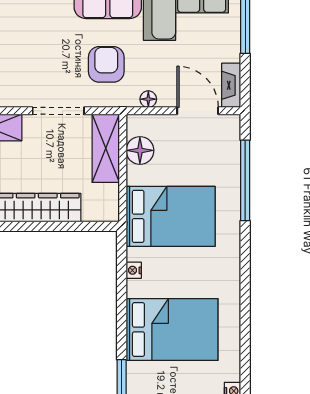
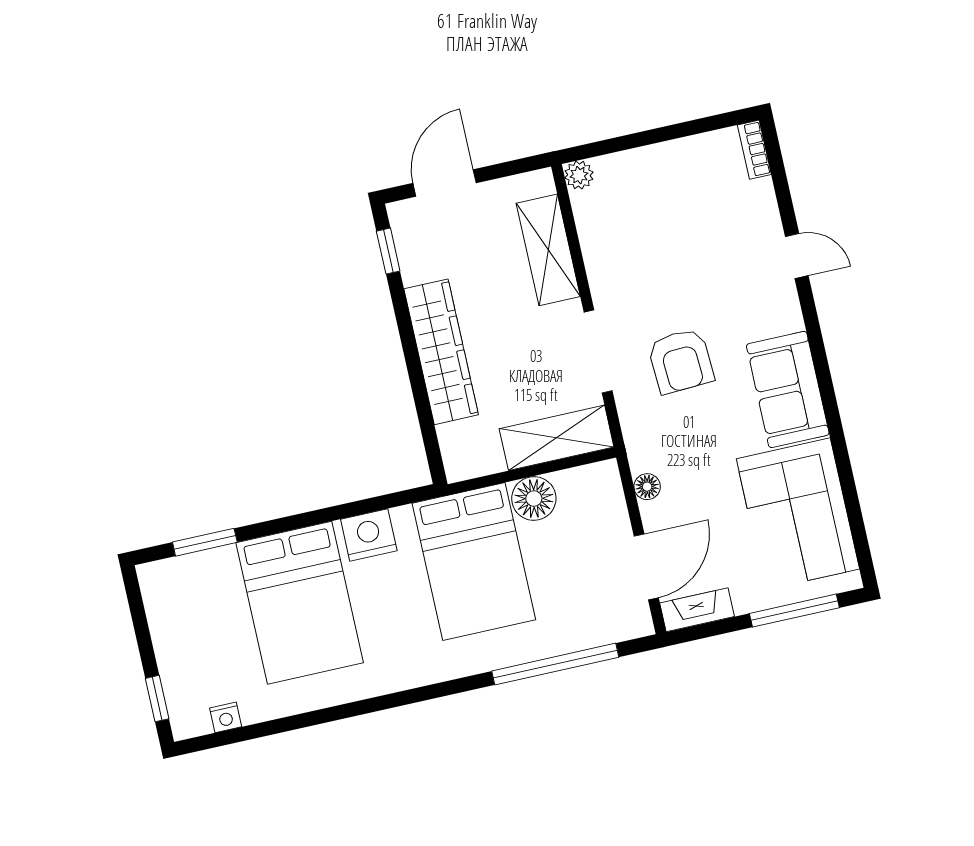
armchair: (106, 64) -> (681, 361), moved, turned 87
floor lamp: (140, 150) -> (534, 499), moved
nightstand: (134, 270) -> (369, 535), width x1.89, depth x1.79

